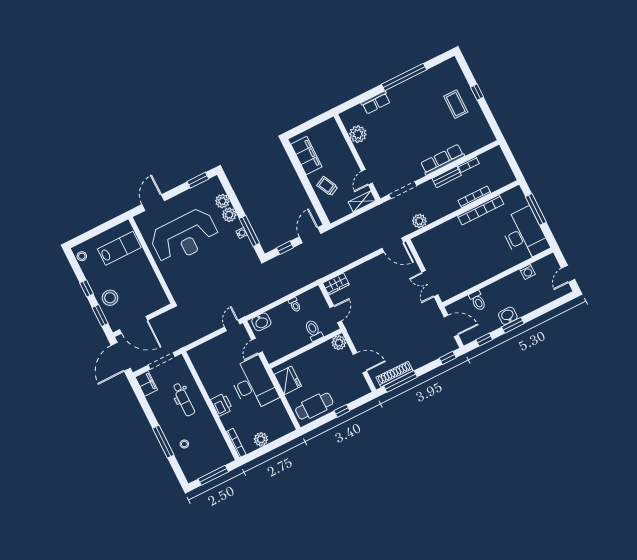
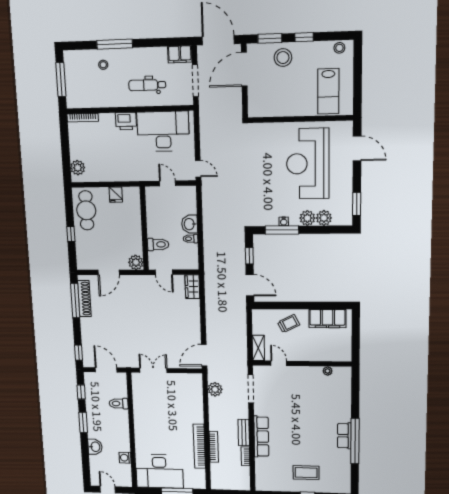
row of seats: (376, 103) -> (344, 436), moved
plant: (358, 134) -> (328, 371), width x0.53, depth x0.53
washbasin: (508, 316) -> (95, 447), moved
washbasin: (261, 322) -> (190, 224), moved
door: (451, 326) -> (106, 370), swing flipped
fridge: (288, 380) -> (116, 195), width x0.53, depth x0.75
desk: (253, 384) -> (163, 131), moved, turned 180
plant: (261, 439) -> (78, 168), moved

